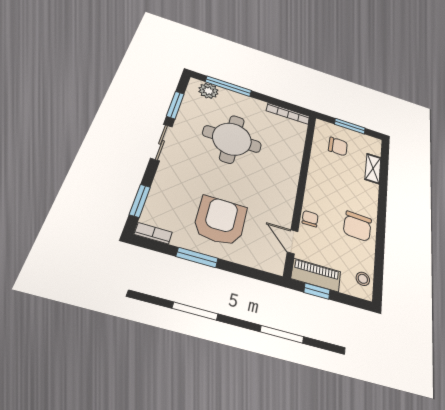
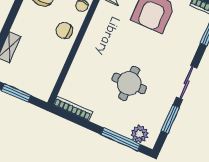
round table: (232, 139) -> (129, 83), width x0.73, depth x0.73
chair: (338, 146) -> (64, 31), moved

